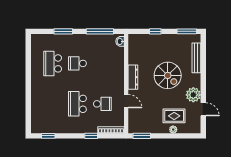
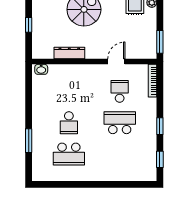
window: (100, 31) -> (29, 95), removed
dresser: (133, 77) -> (69, 53), moved
school desk: (77, 104) -> (120, 123), turned 180
window: (91, 136) -> (160, 126), moved

